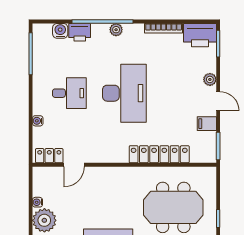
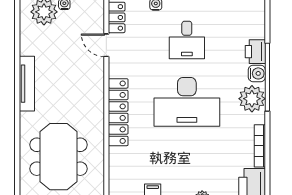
plant: (116, 30) -> (252, 99), width x1.87, depth x1.87
water cooler: (60, 31) -> (257, 73), moved
locker: (159, 154) -> (118, 112), moved

